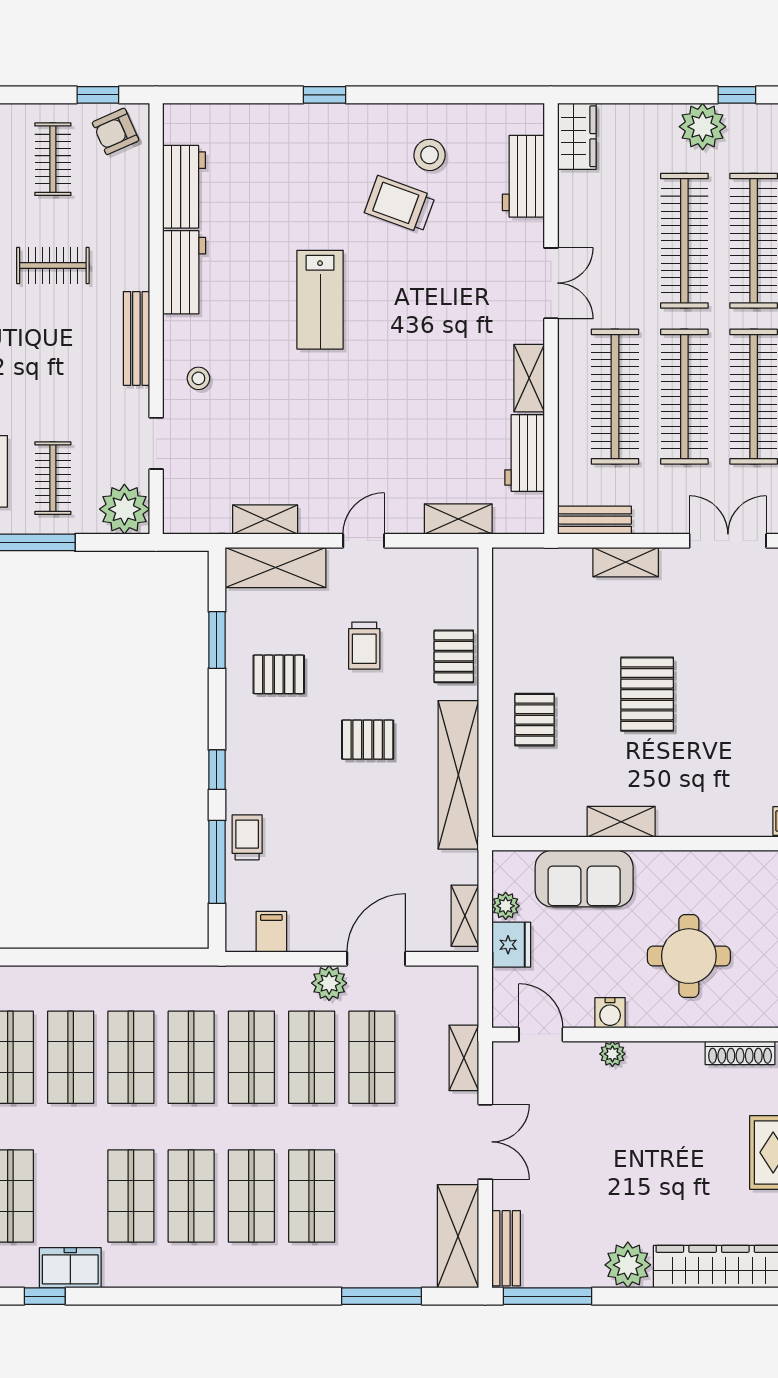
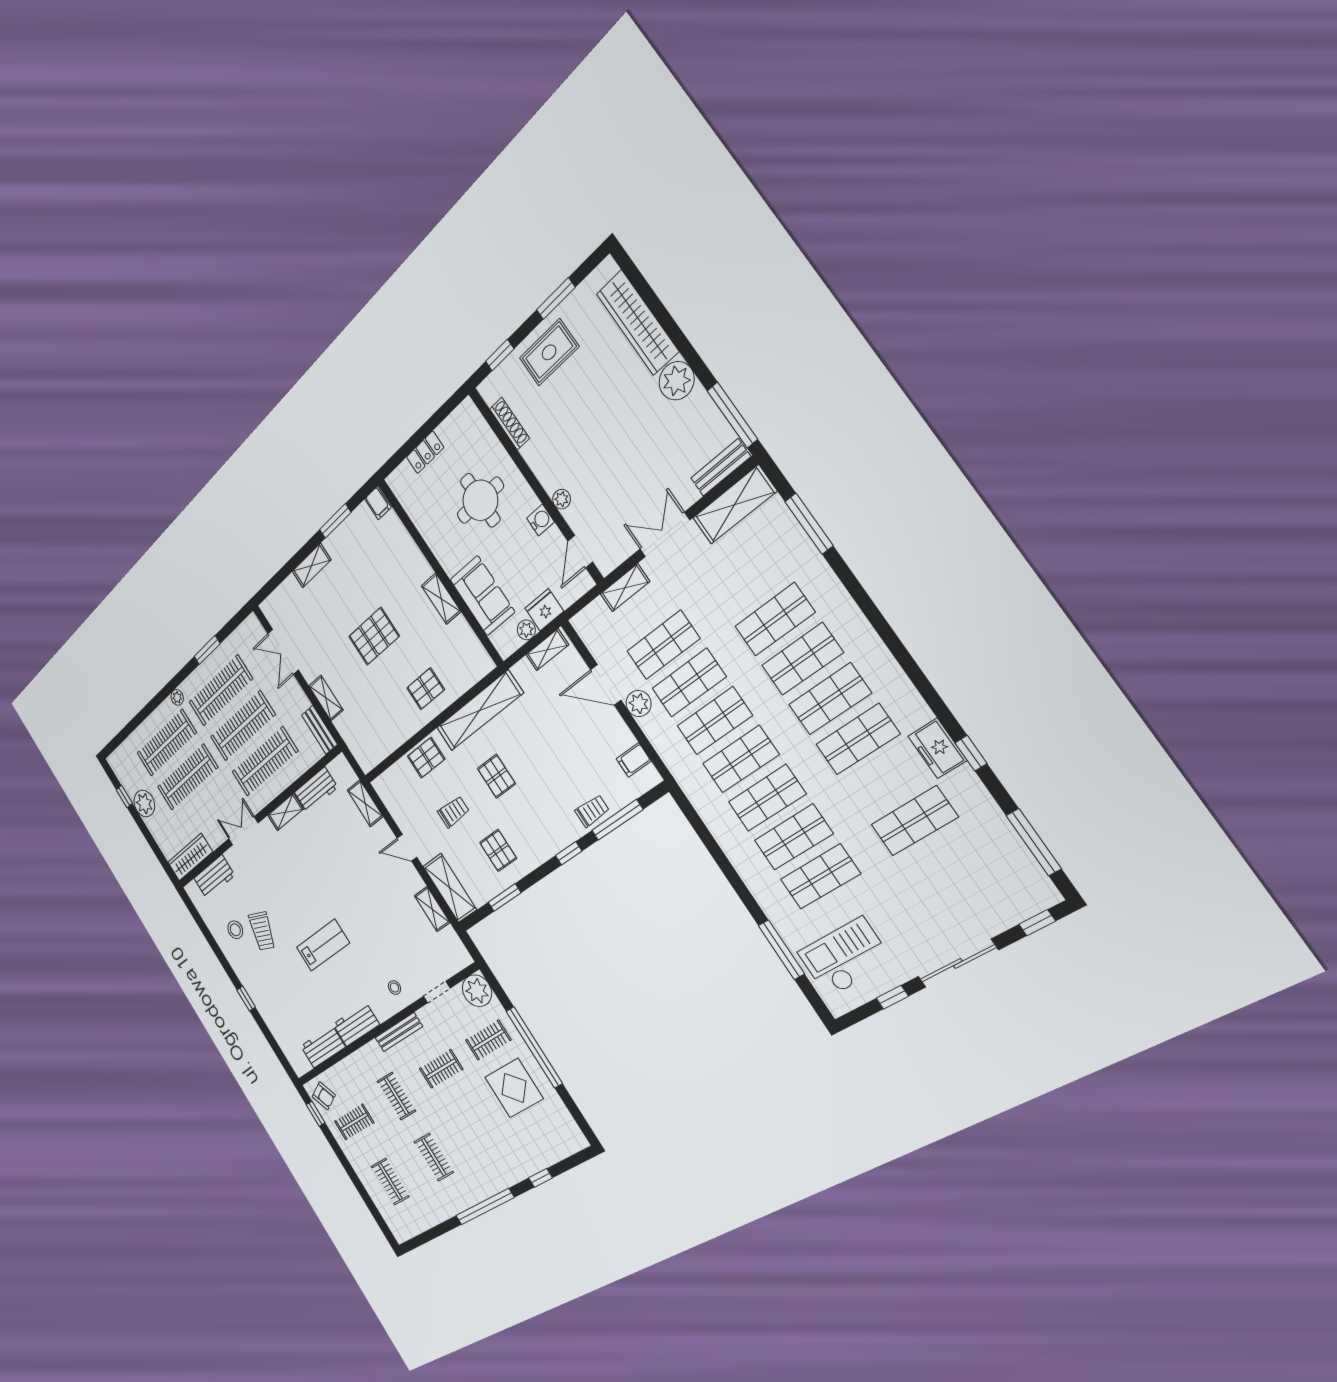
wardrobe: (577, 136) -> (190, 857), width x1.50
clothes rail: (53, 372) -> (441, 1069), added
trolley: (247, 837) -> (592, 811), turned 180

